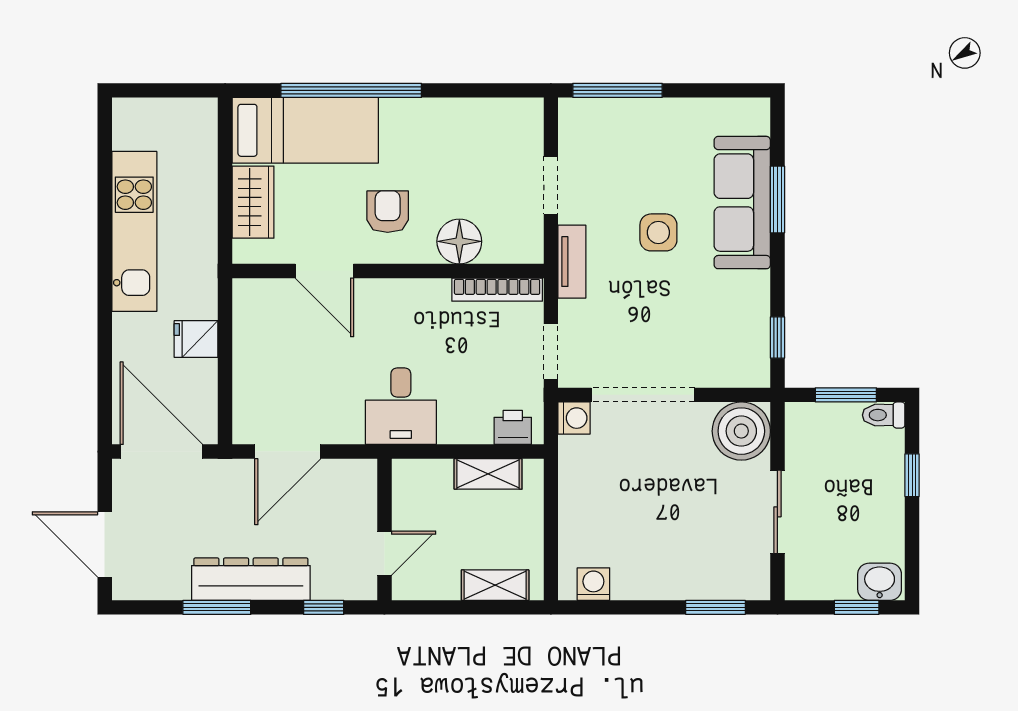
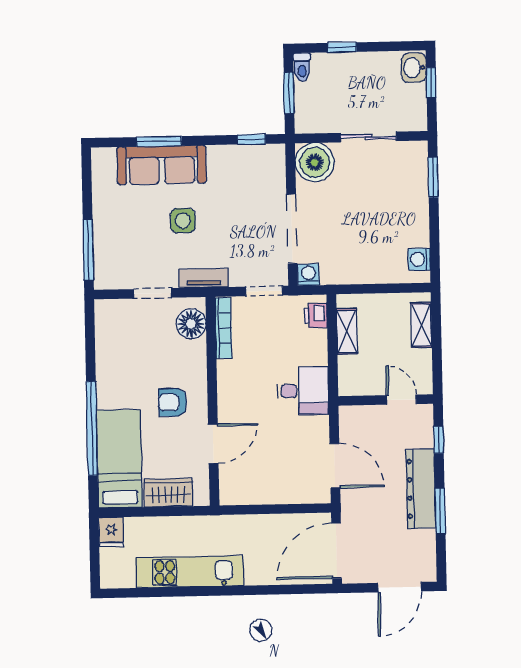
floor lamp: (459, 241) -> (191, 324), moved
fridge: (196, 339) -> (111, 532), moved

